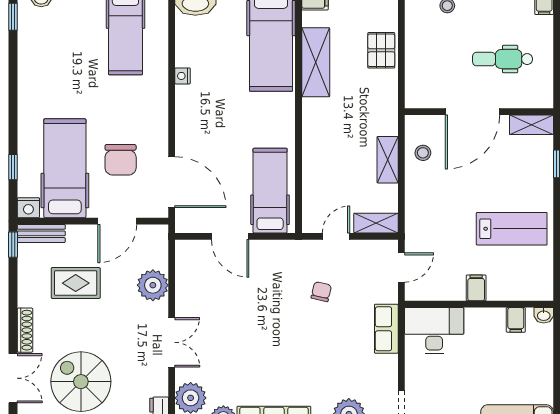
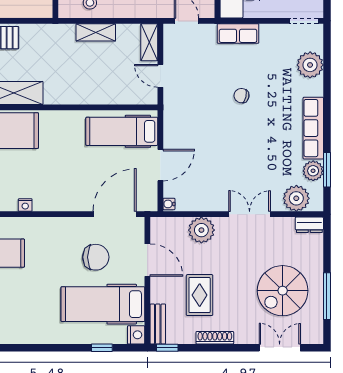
water cooler: (184, 247) -> (169, 204), added
chair: (321, 292) -> (241, 96), moved
shoe rack: (25, 330) -> (215, 338), moved

